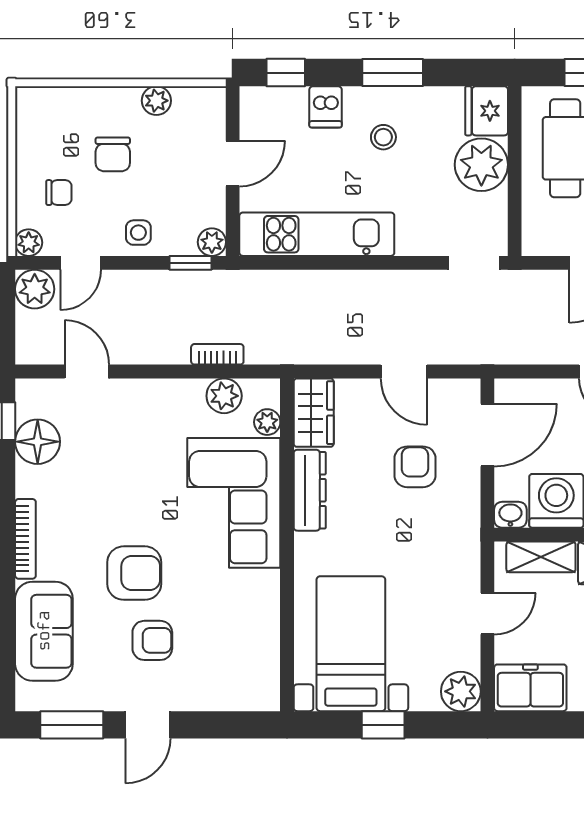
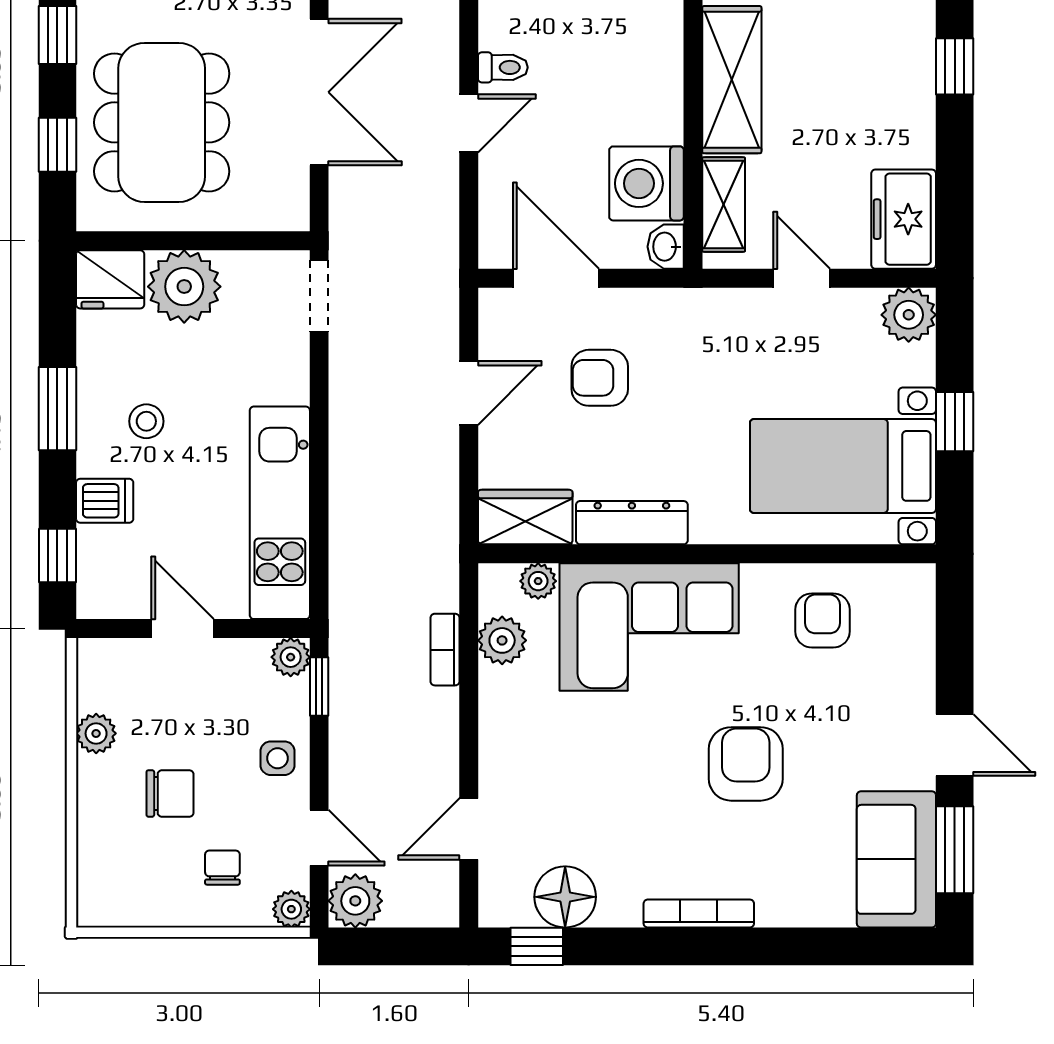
sofa: (44, 631) -> (896, 859), moved, turned -90
armchair: (152, 640) -> (822, 620), moved

